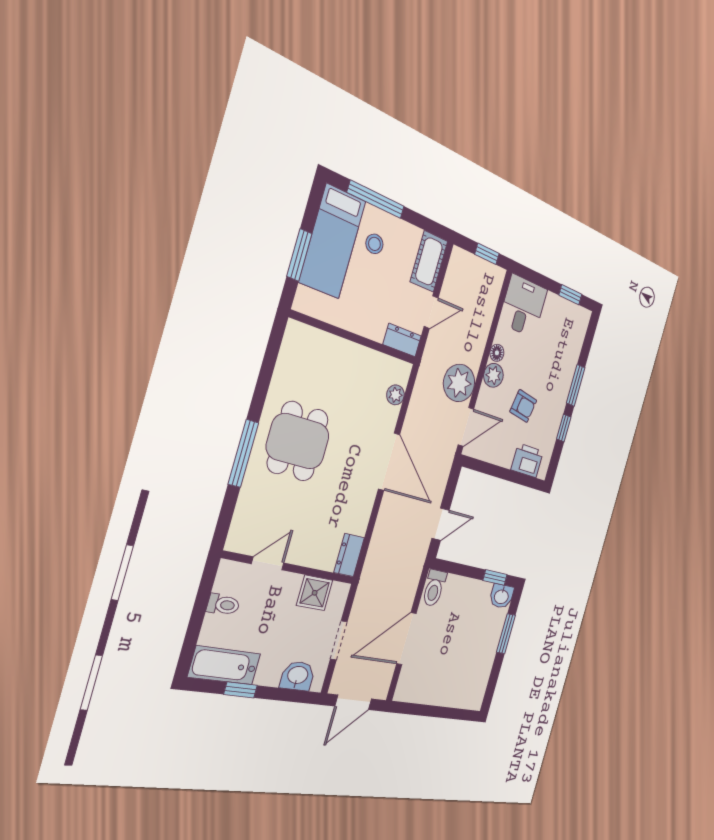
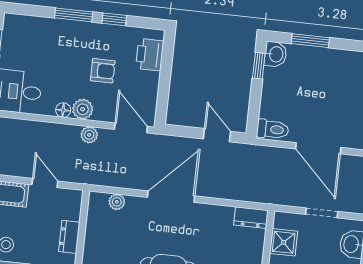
dresser: (402, 340) -> (69, 237), moved
plant: (459, 383) -> (89, 135), width x0.53, depth x0.53
armchair: (523, 406) -> (103, 71), turned 80

